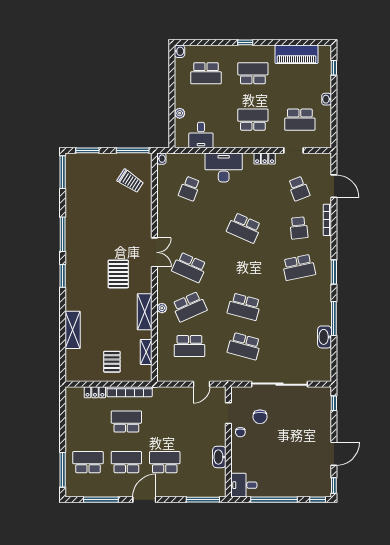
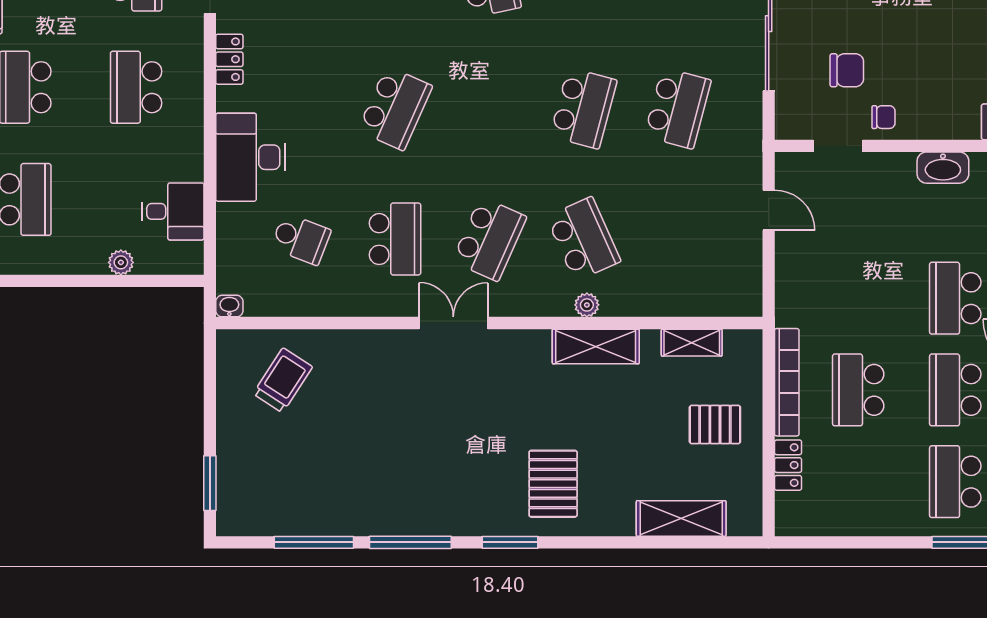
window: (133, 150) -> (210, 375), removed
window: (63, 172) -> (314, 542), moved
pallet: (118, 274) -> (553, 484), moved, turned 90
shelving: (73, 330) -> (681, 518), moved
school desk: (189, 346) -> (395, 239), moved

